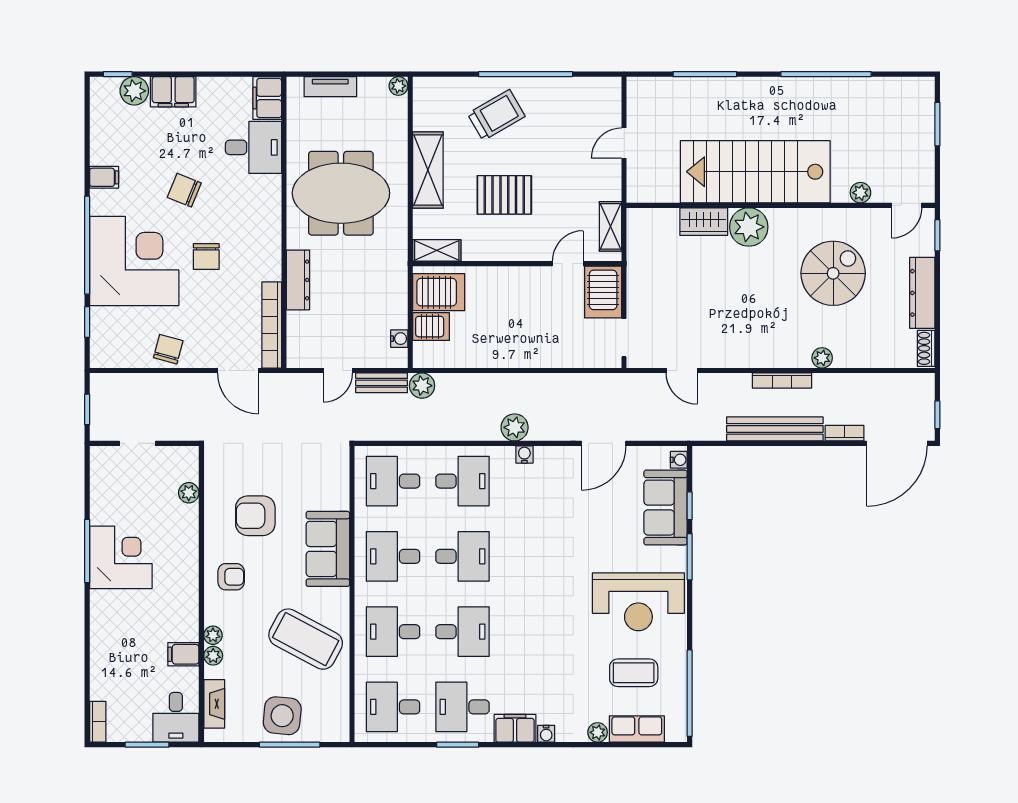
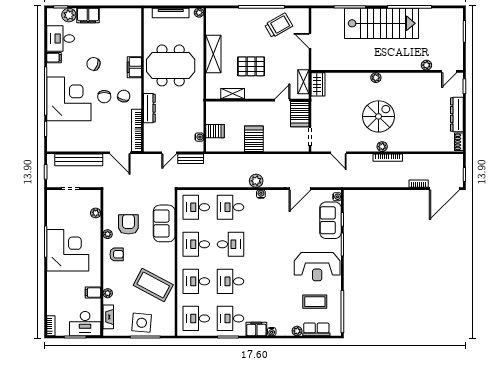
tv unit: (330, 87) -> (171, 13), width x1.41
filing cabinet: (267, 98) -> (134, 67), moved
trolley: (496, 115) -> (279, 25), moved
door: (624, 143) -> (310, 41), hinge flipped
desk: (253, 147) -> (61, 39), moved, turned 180
stairs: (755, 172) -> (382, 23), moved, turned 180
wardrobe: (704, 222) -> (318, 84), moved, turned -90
plant: (749, 227) -> (376, 78), width x0.53, depth x0.53
shelving: (437, 250) -> (233, 94), moved
spiral stairs: (833, 273) -> (378, 116), moved
server rack: (439, 292) -> (254, 139), moved, turned -90
chair: (168, 349) -> (124, 96), moved
plant: (822, 358) -> (382, 147), moved
plant: (422, 386) -> (211, 160), removed
bench: (775, 429) -> (79, 160), moved
desk: (462, 481) -> (230, 207), turned 180
armchair: (255, 516) -> (128, 224), turned 90
sofa: (328, 549) -> (164, 223), moved
corner desk: (121, 557) -> (68, 250), width x1.36, depth x1.36
desk: (462, 632) -> (230, 281), turned 180
plant: (213, 635) -> (108, 234), moved
desk: (176, 717) -> (85, 324), width x1.37

